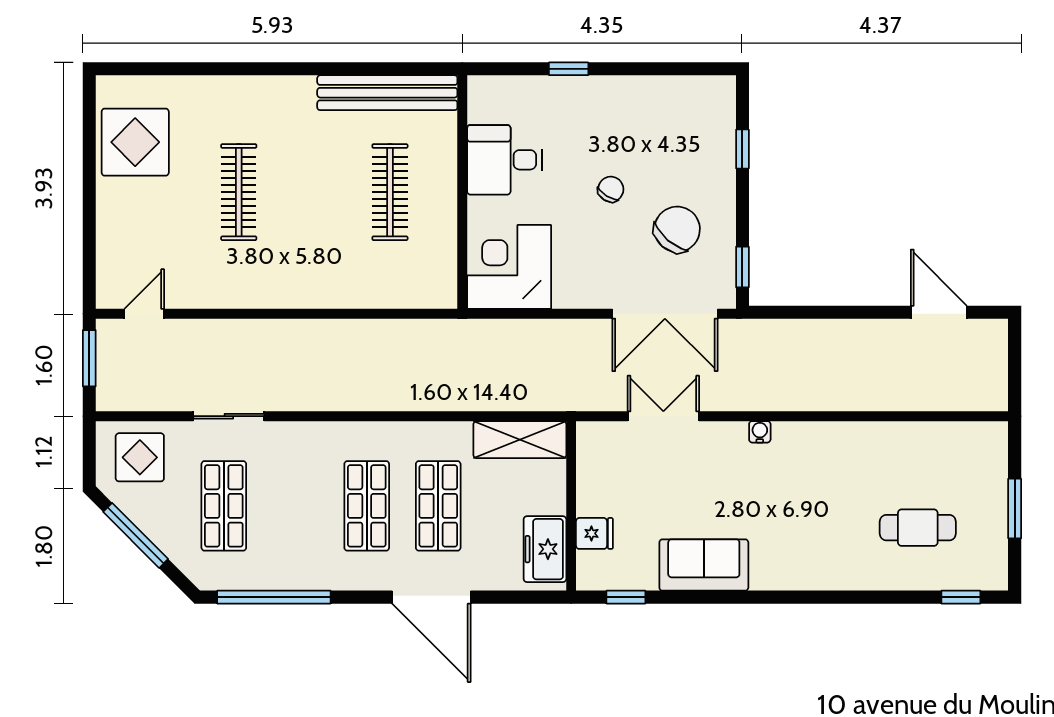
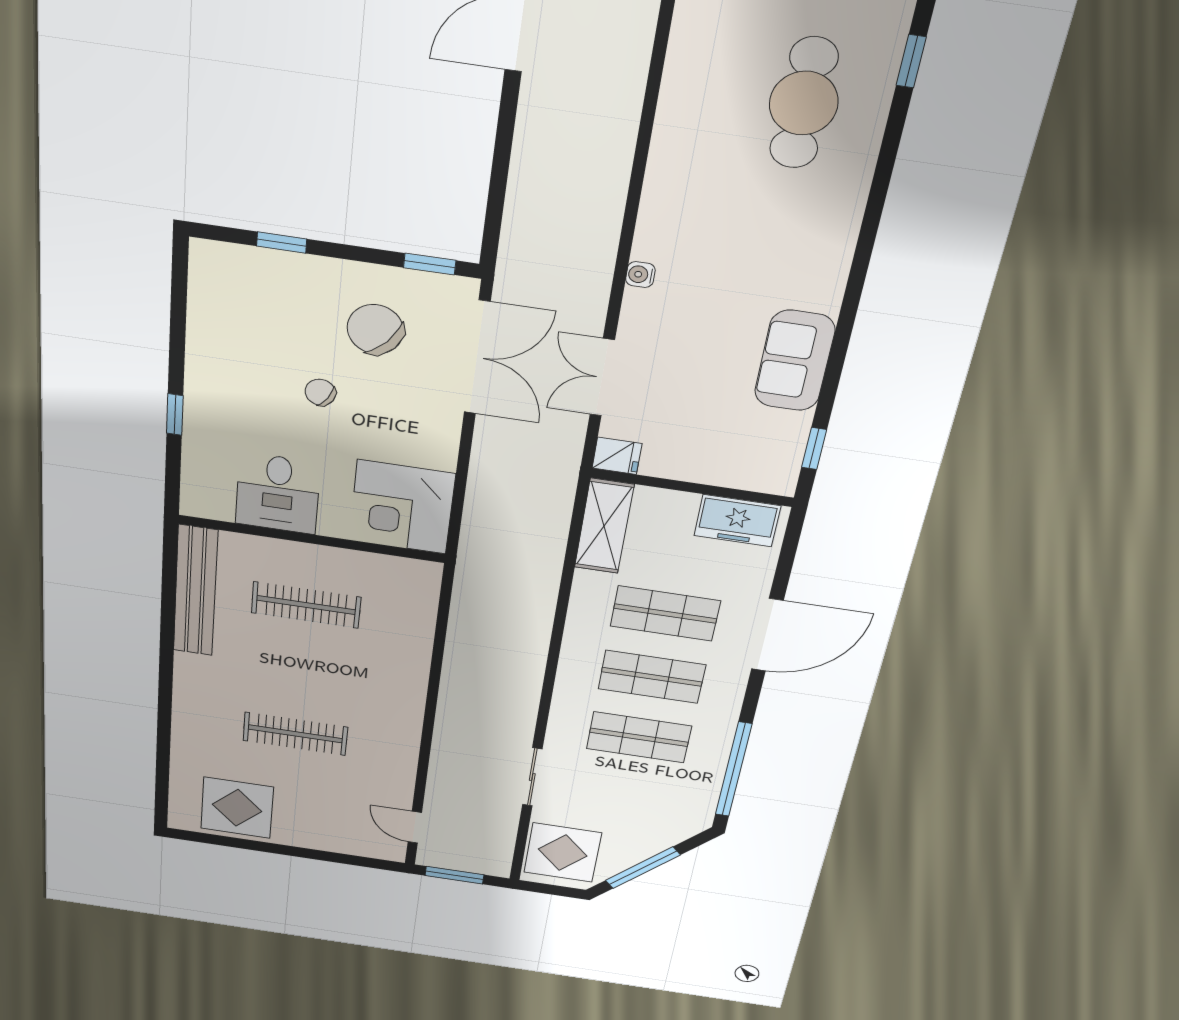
display table: (140, 457) -> (563, 853), width x1.36, depth x1.36
shop shelf: (224, 506) -> (639, 737), moved
cafe table: (918, 528) -> (804, 103), width x1.37, depth x1.35
fridge: (594, 533) -> (617, 456), moved, turned 90

